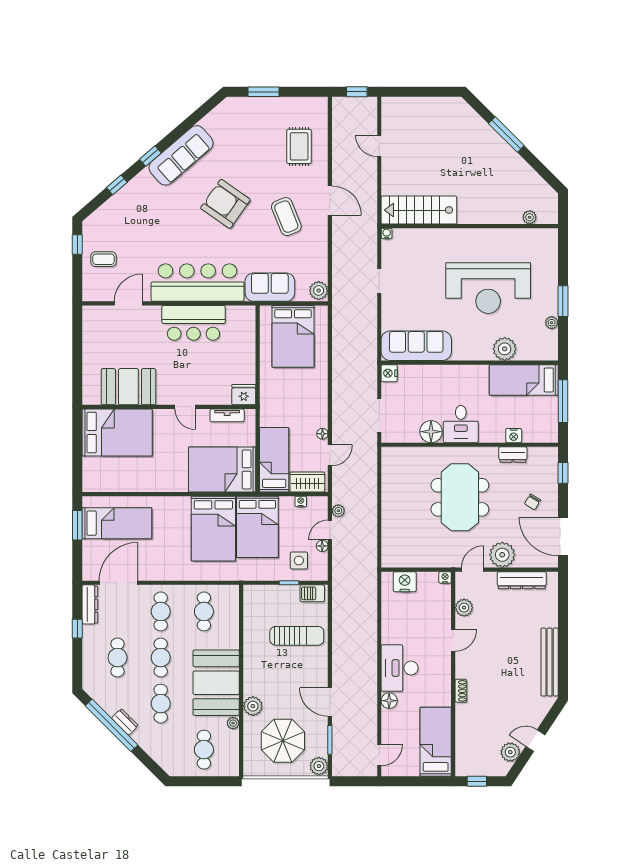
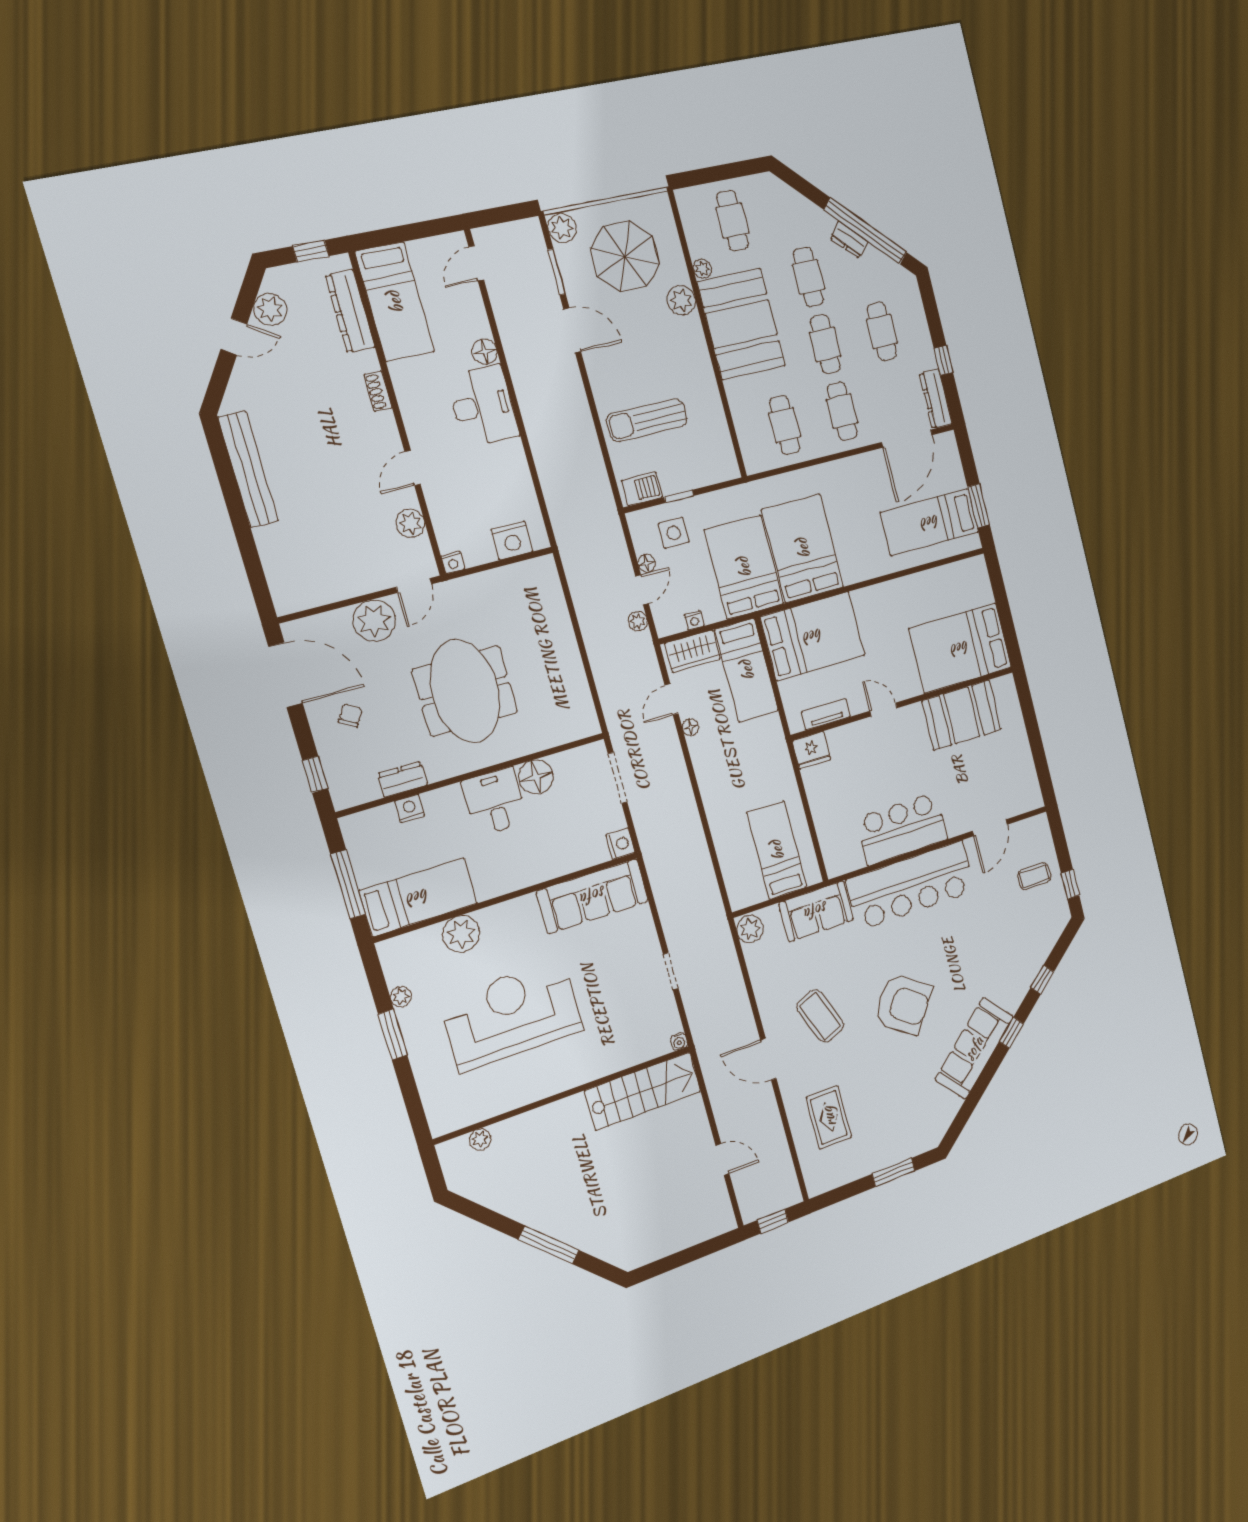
bed: (293, 336) -> (777, 850), width x0.67
dresser: (522, 580) -> (350, 311), moved, turned -90

